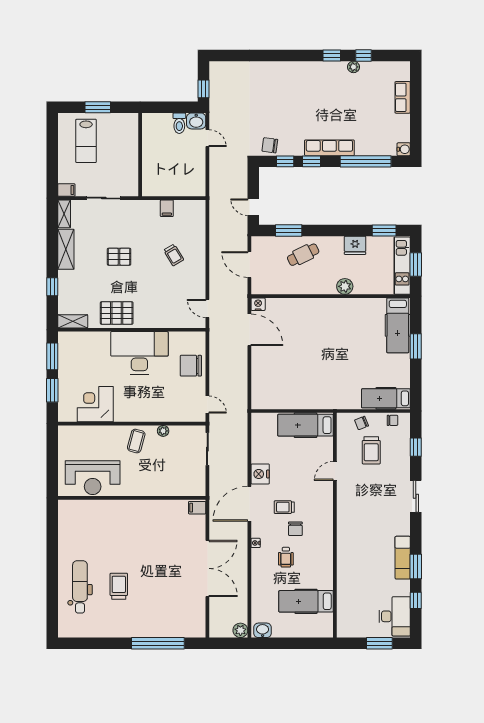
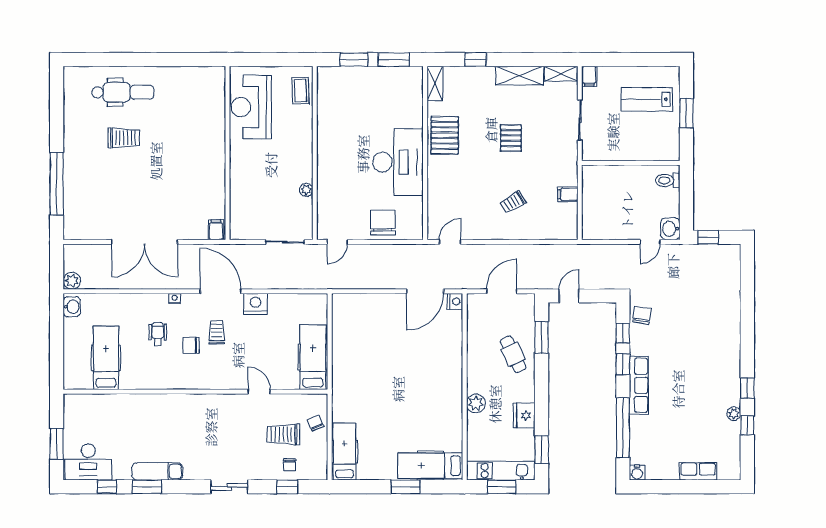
toilet: (179, 123) -> (668, 180), moved
corner desk: (95, 404) -> (338, 110), removed
chair: (392, 420) -> (290, 465), moved
coffee table: (136, 441) -> (300, 91), moved, turned 73
wheelchair: (286, 557) -> (158, 334), turned 90

